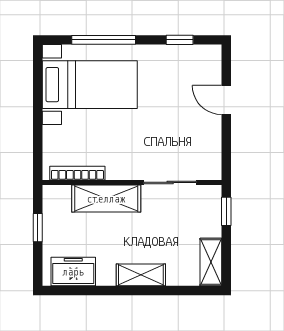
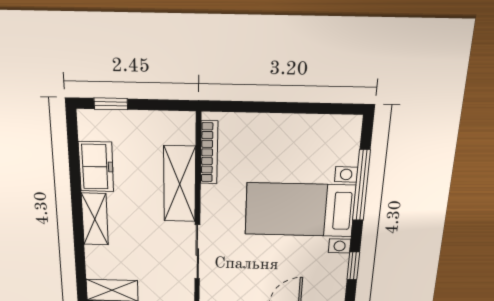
bed with nightstands: (90, 85) -> (300, 210), moved, turned 90
window: (38, 228) -> (111, 104), moved
freezer: (73, 272) -> (96, 167), moved

